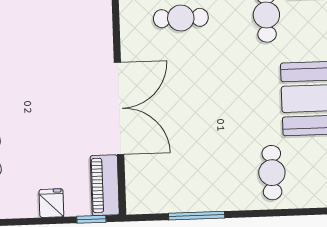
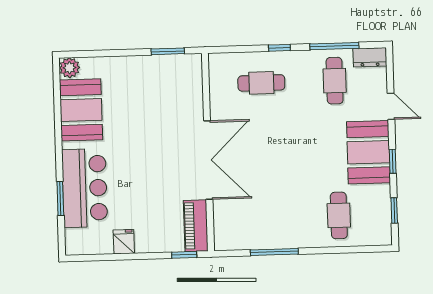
fridge: (51, 203) -> (124, 242), moved

